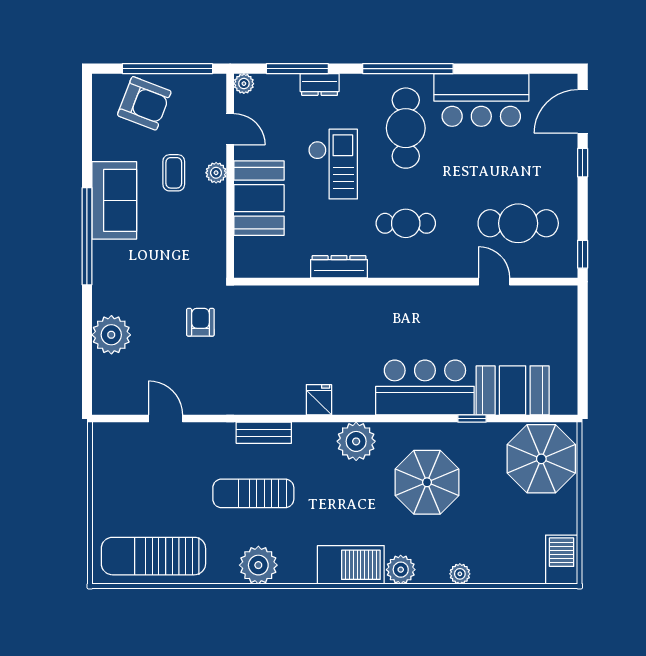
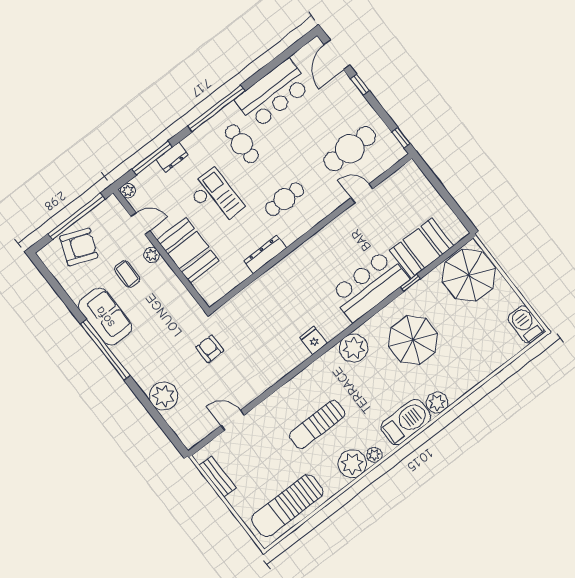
cafe table: (406, 128) -> (242, 144), width x0.73, depth x0.74
bench: (264, 433) -> (218, 476), moved, turned 90
plant: (460, 574) -> (374, 455), moved

